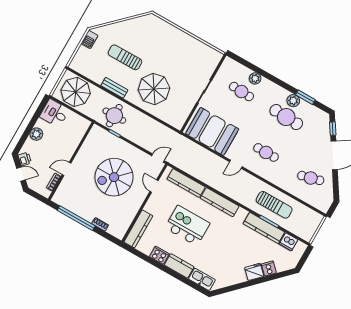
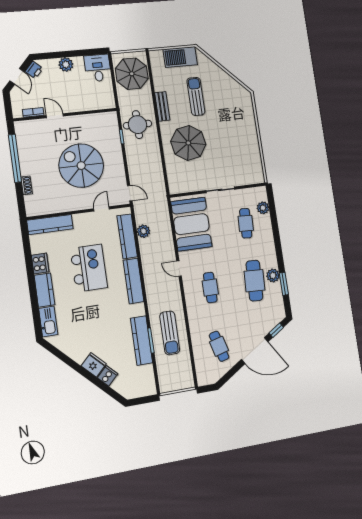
barbecue: (89, 39) -> (180, 57), width x1.88, depth x1.53
plant: (255, 78) -> (263, 208), moved
plant: (191, 169) -> (143, 231), added
dishwasher: (288, 242) -> (146, 374), removed

